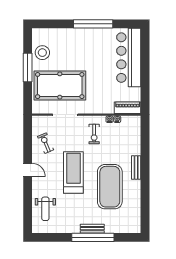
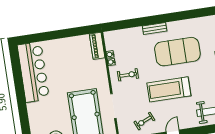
window: (93, 24) -> (20, 92), removed
bar counter: (129, 58) -> (33, 72), moved, turned -90

